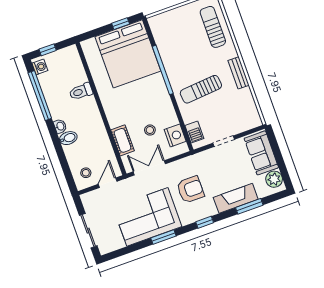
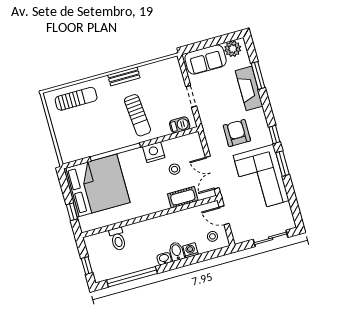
window: (121, 24) -> (72, 212), moved
sun lounger: (213, 27) -> (76, 99), turned 180
washing machine: (40, 67) -> (190, 250), moved
toilet: (81, 92) -> (118, 239), moved
nightstand: (175, 135) -> (154, 152), moved
window: (205, 222) -> (274, 135), moved

